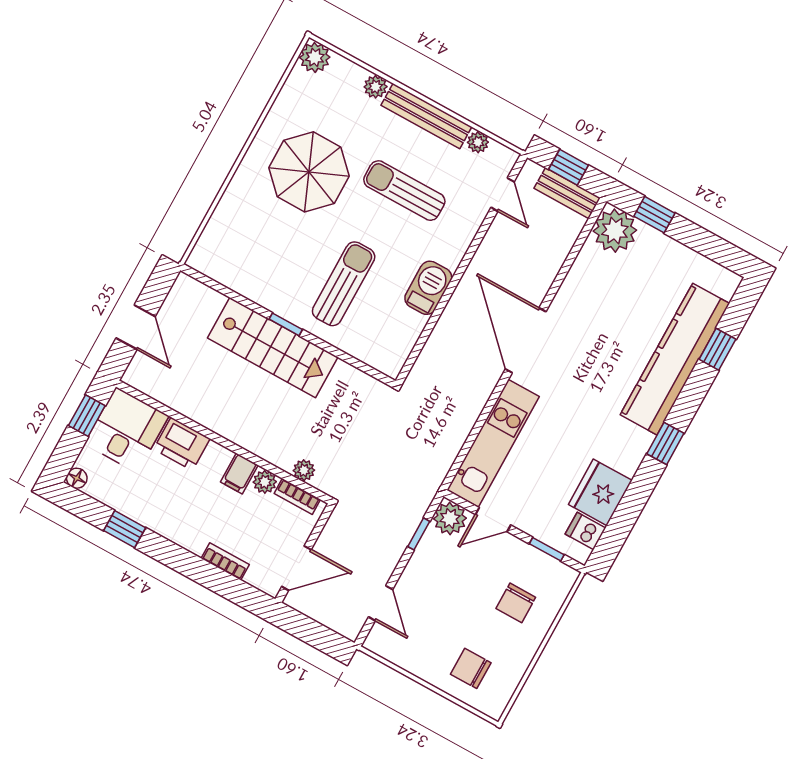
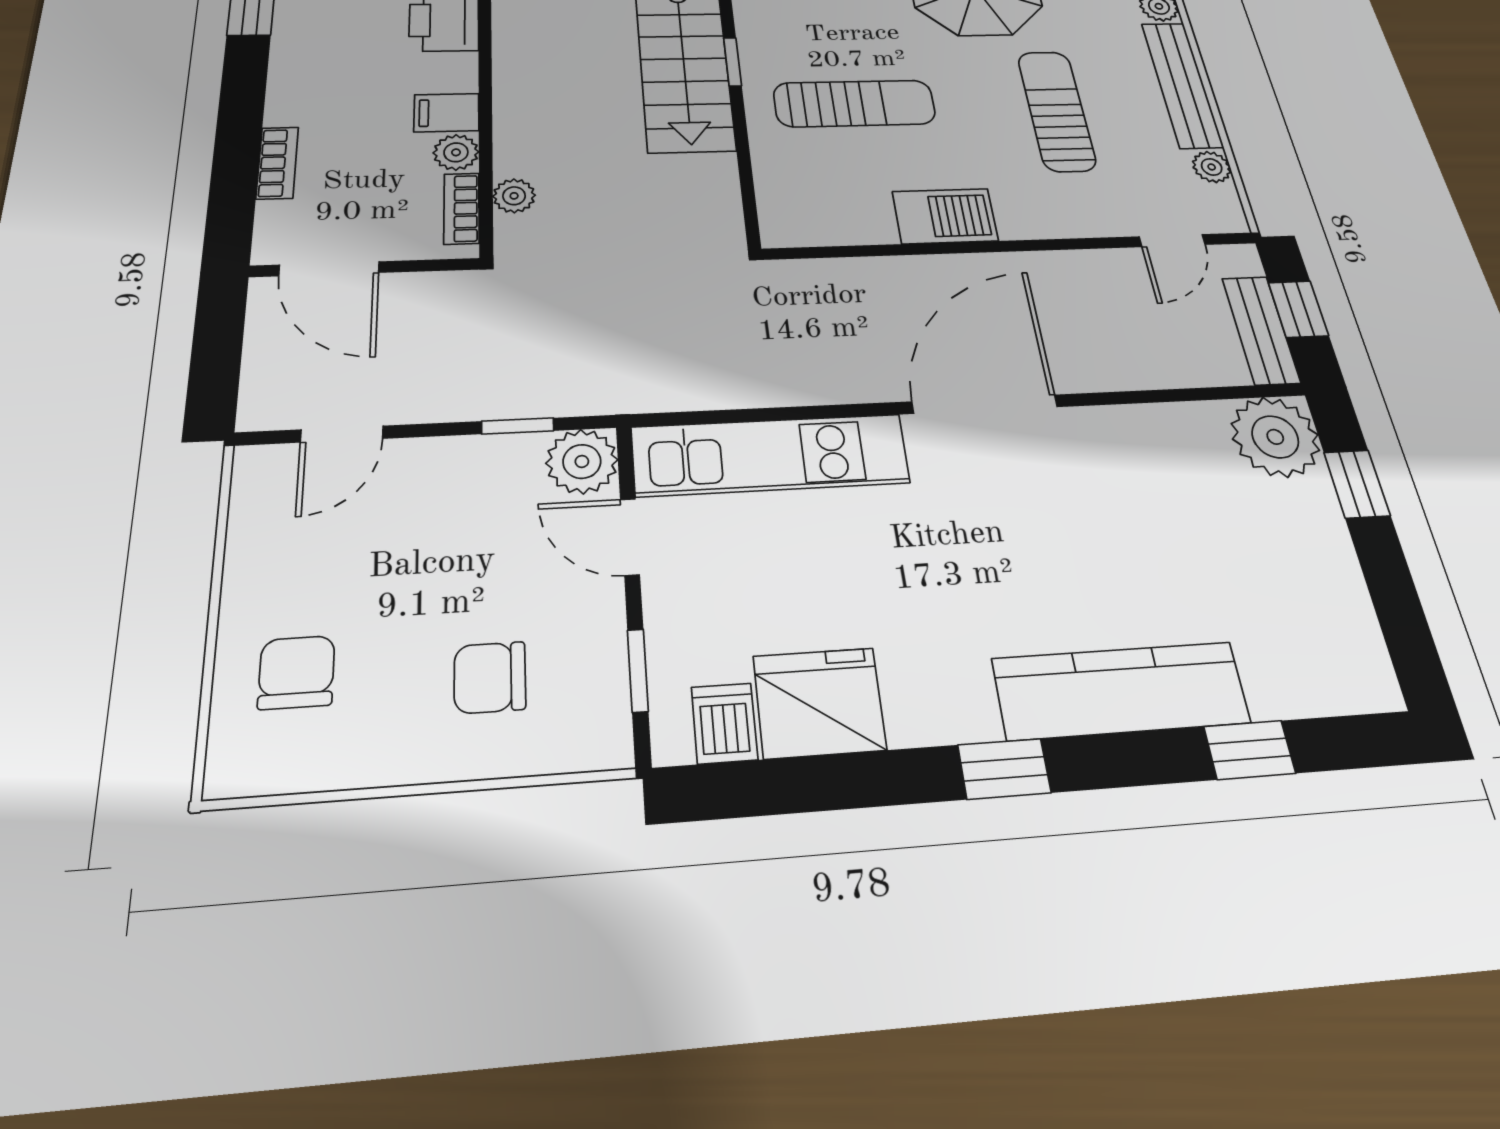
kitchen counter: (675, 359) -> (1121, 691), width x0.72, depth x0.86

